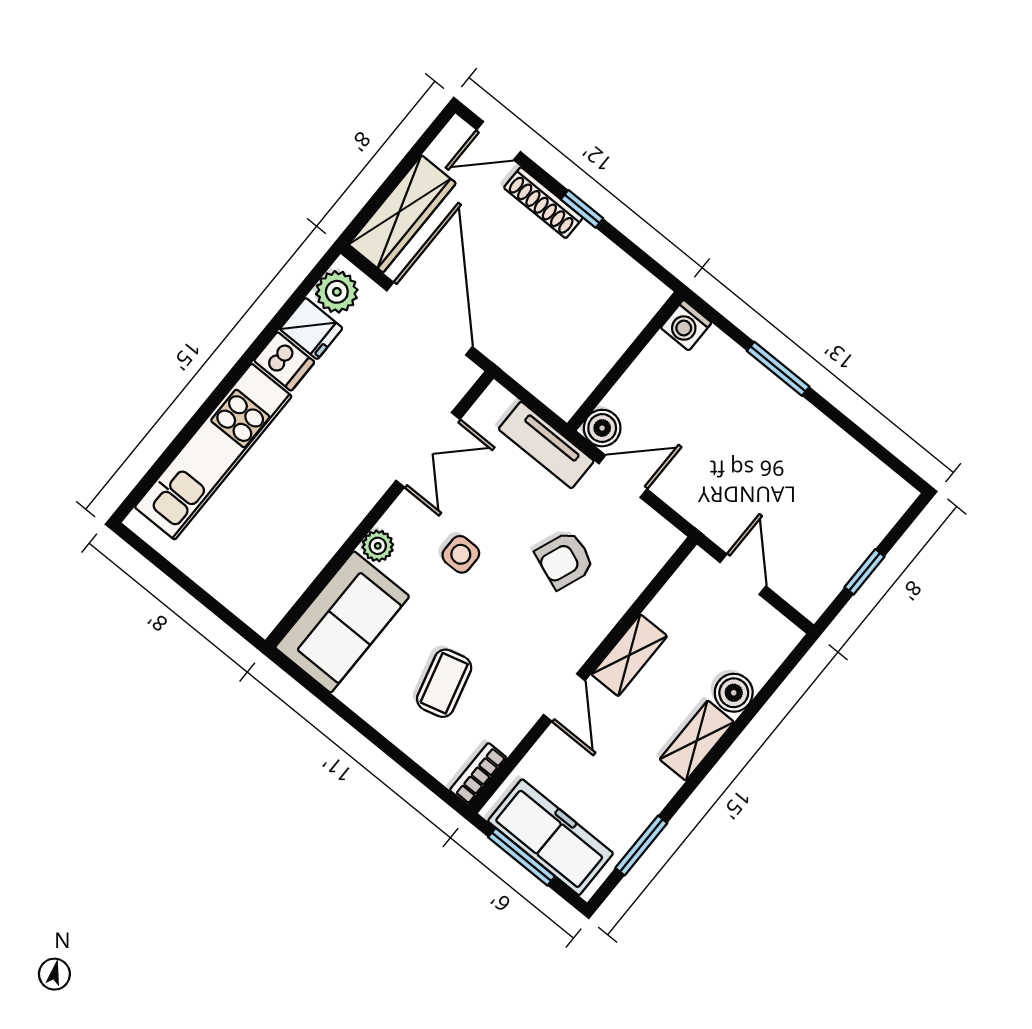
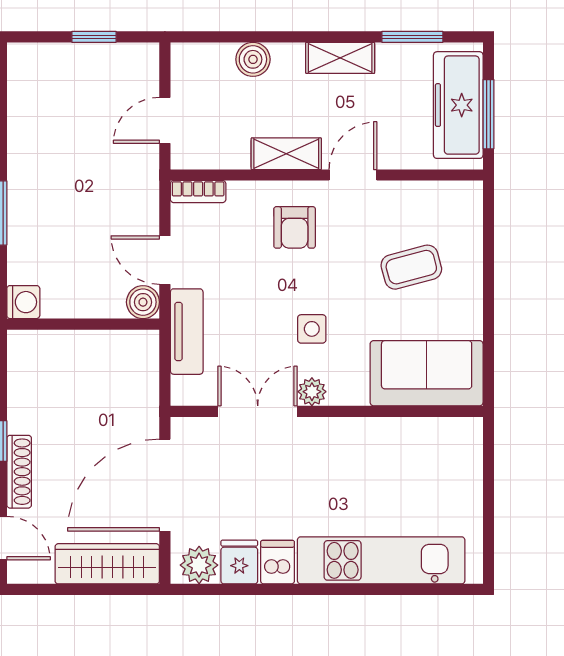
plant: (378, 546) -> (312, 392), moved
armchair: (565, 560) -> (295, 227), moved, turned 69
shelving: (697, 741) -> (340, 58), moved
bookcase: (478, 774) -> (198, 192), moved

